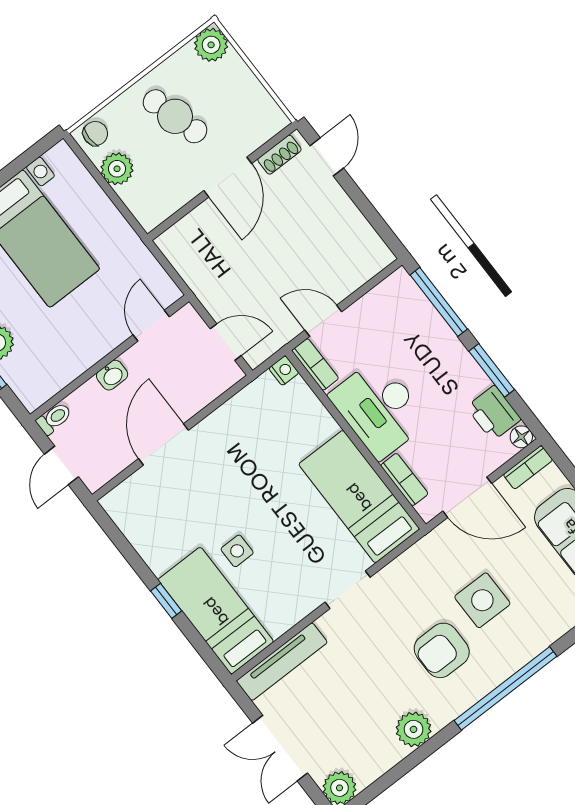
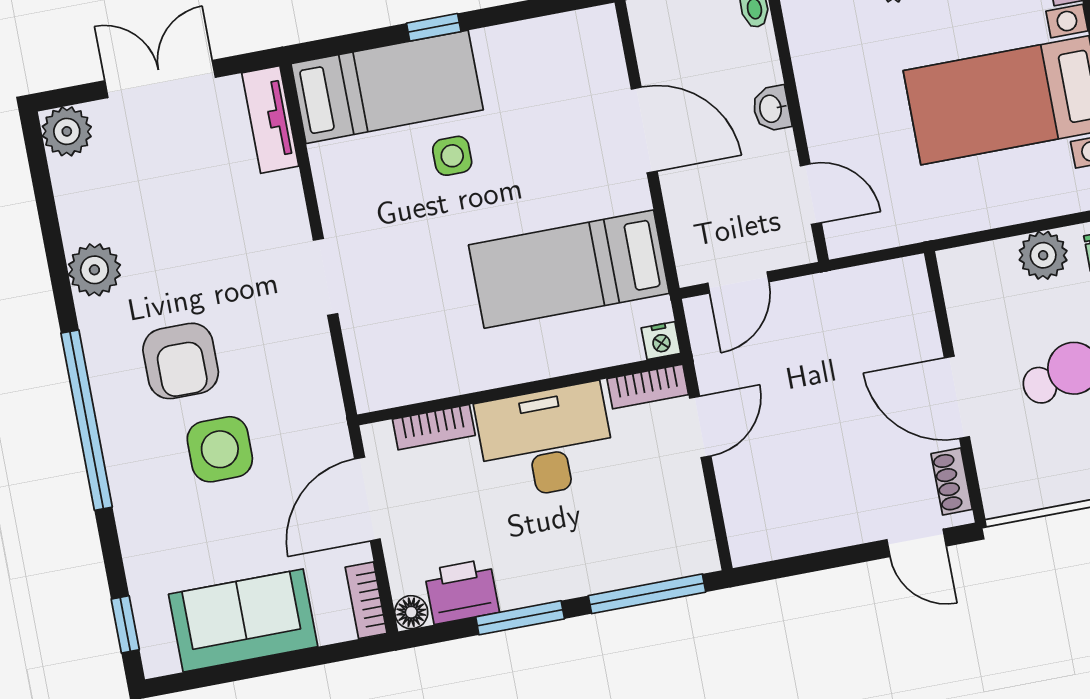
bed: (359, 497) -> (569, 269), moved, turned 180
armchair: (442, 650) -> (181, 361), turned 180
tv unit: (282, 662) -> (270, 120), width x0.71

